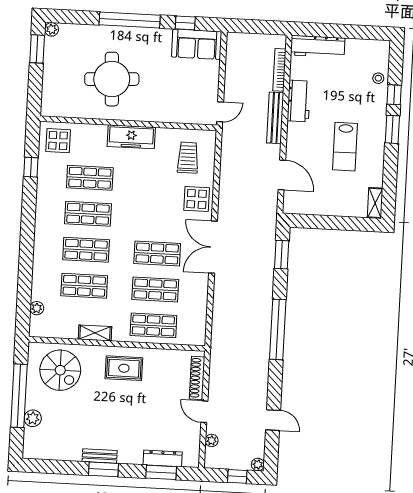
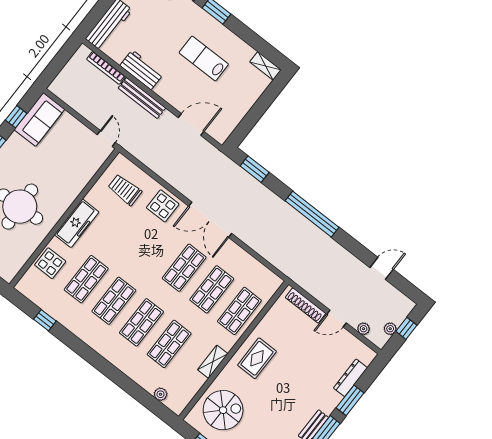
display table: (58, 141) -> (50, 263), moved
lab bench: (345, 147) -> (204, 58), turned 180
plant: (258, 464) -> (390, 329), moved
window: (161, 472) -> (350, 400), moved

